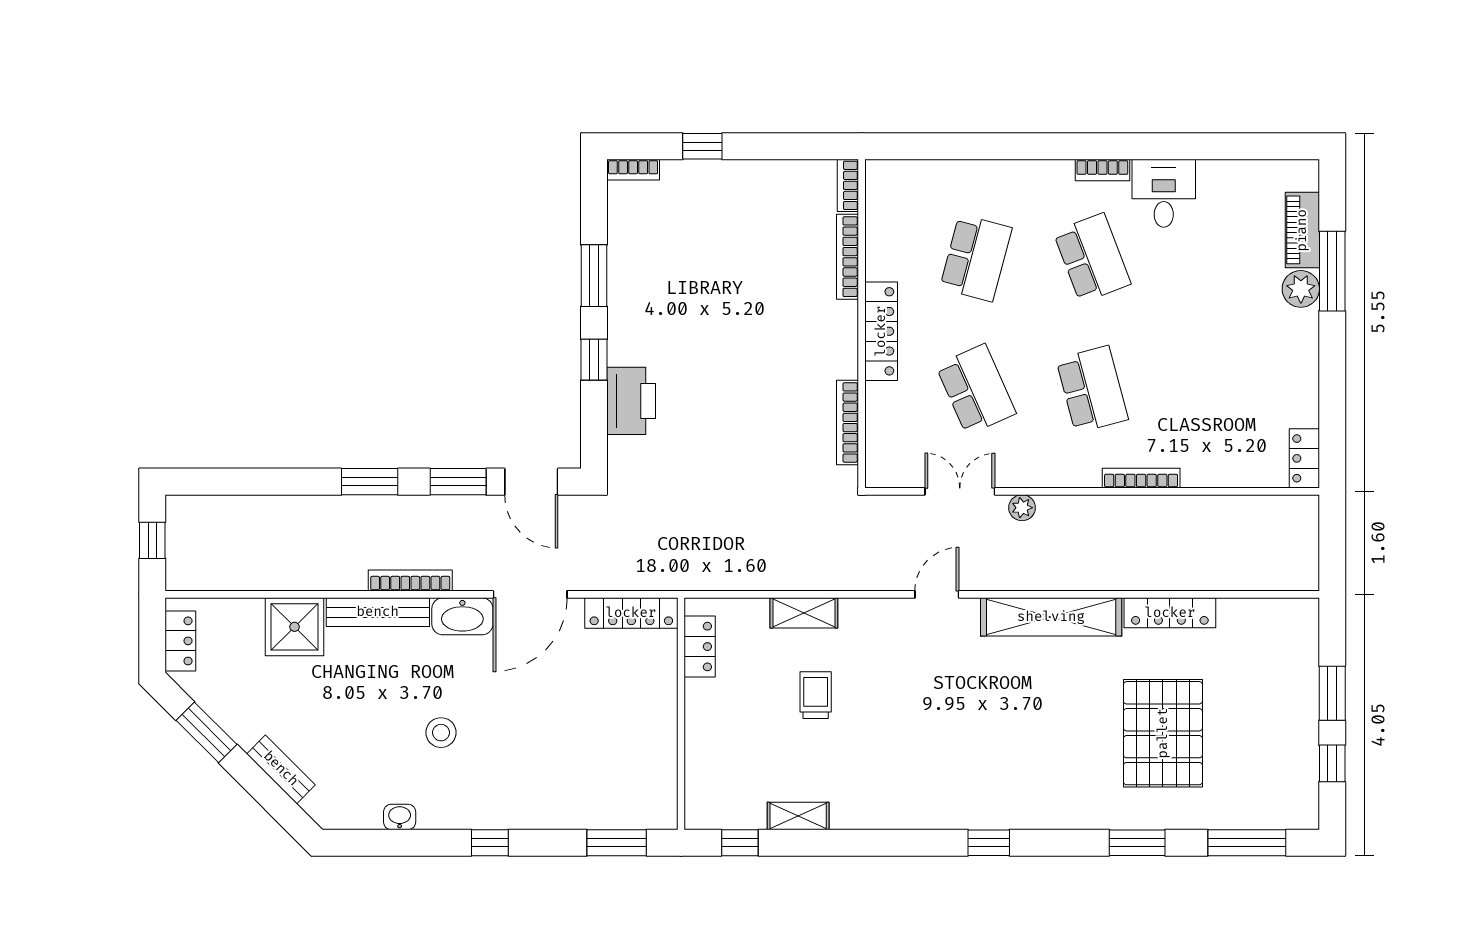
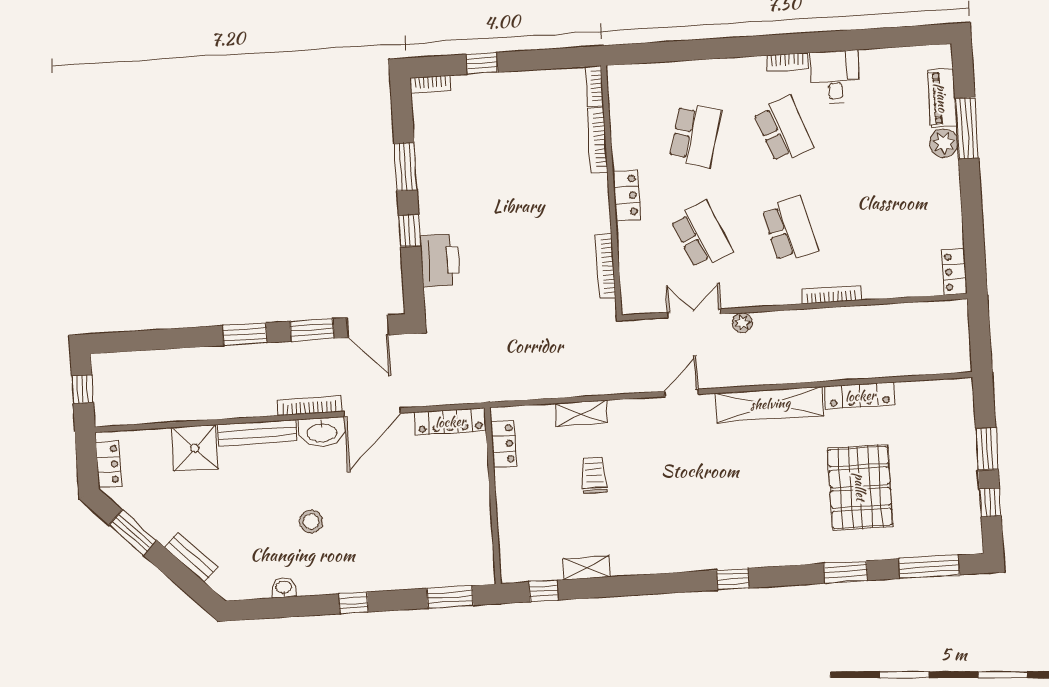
locker: (881, 331) -> (627, 195), width x0.66
bookcase: (410, 581) -> (309, 406), moved

